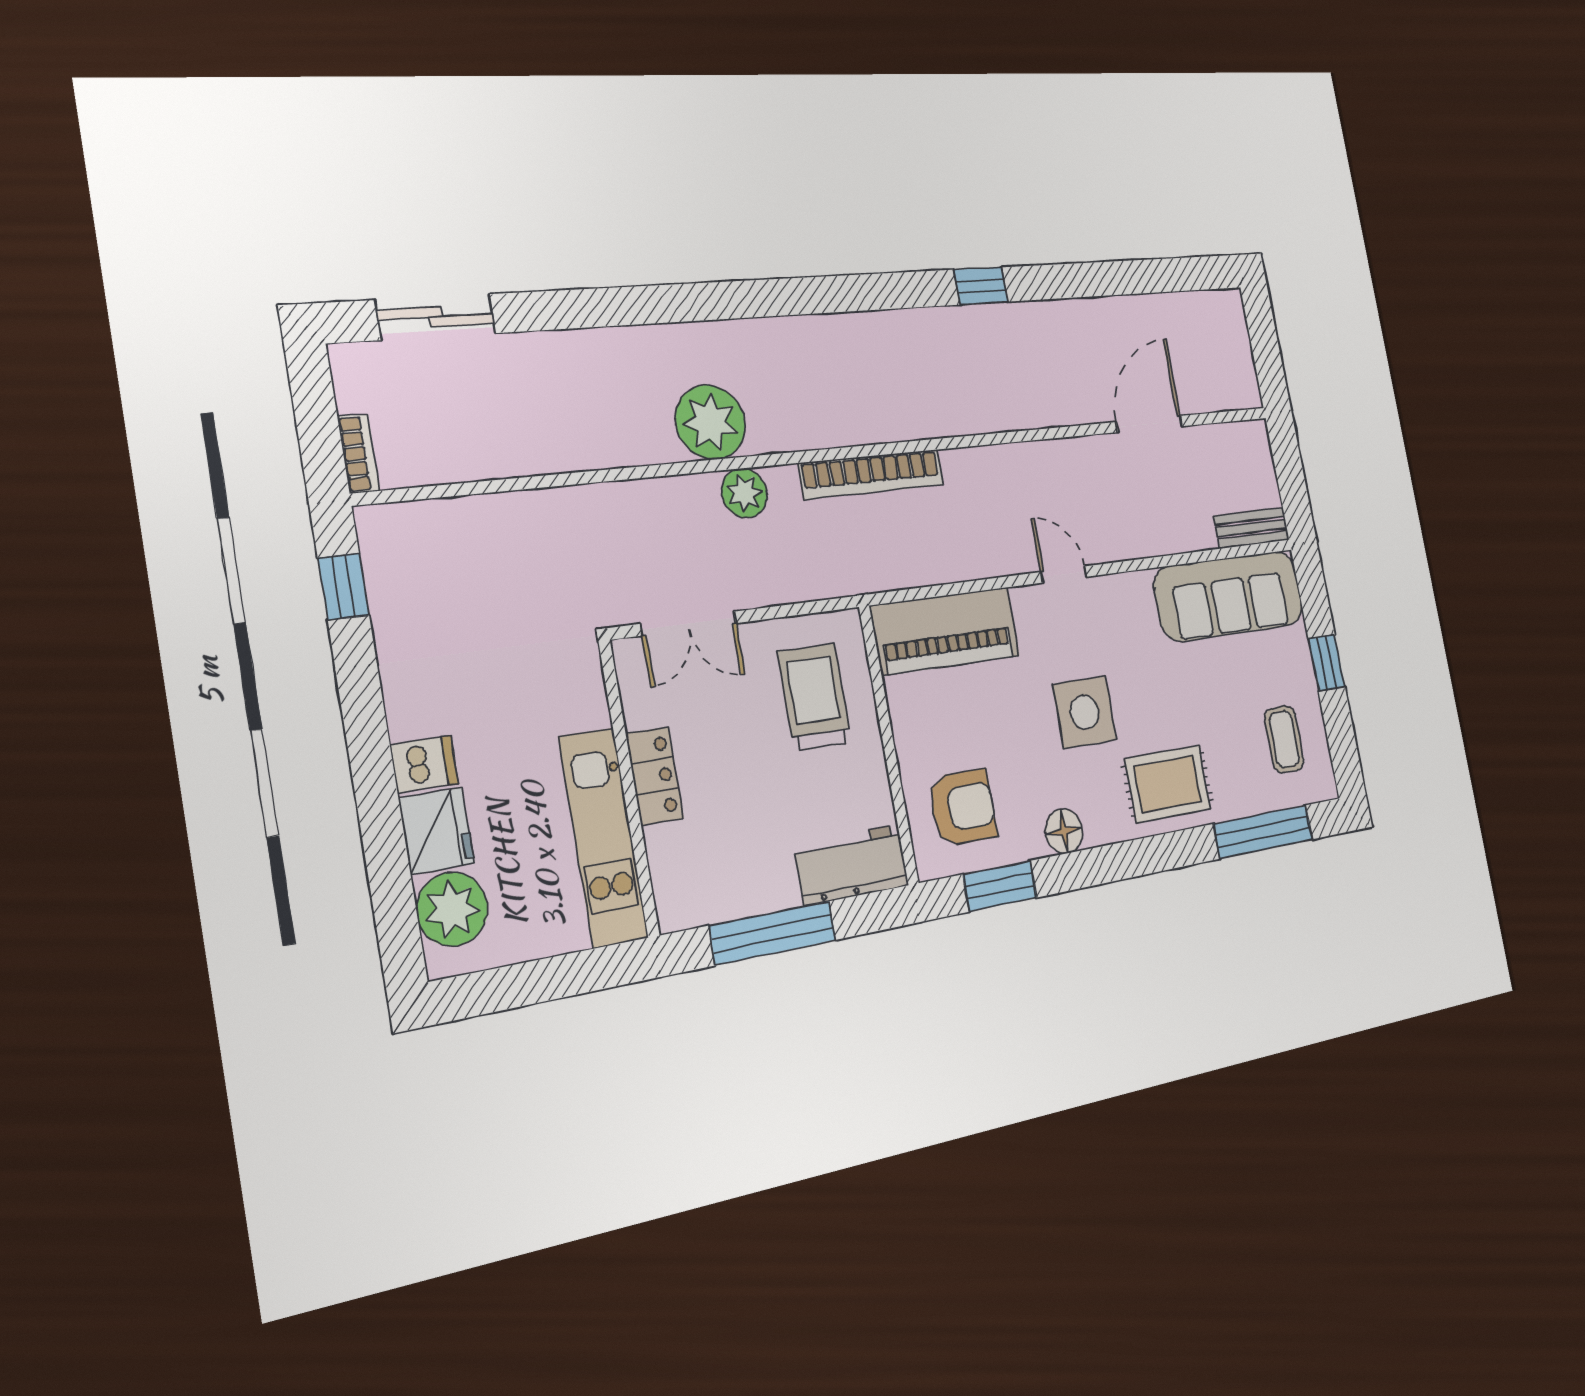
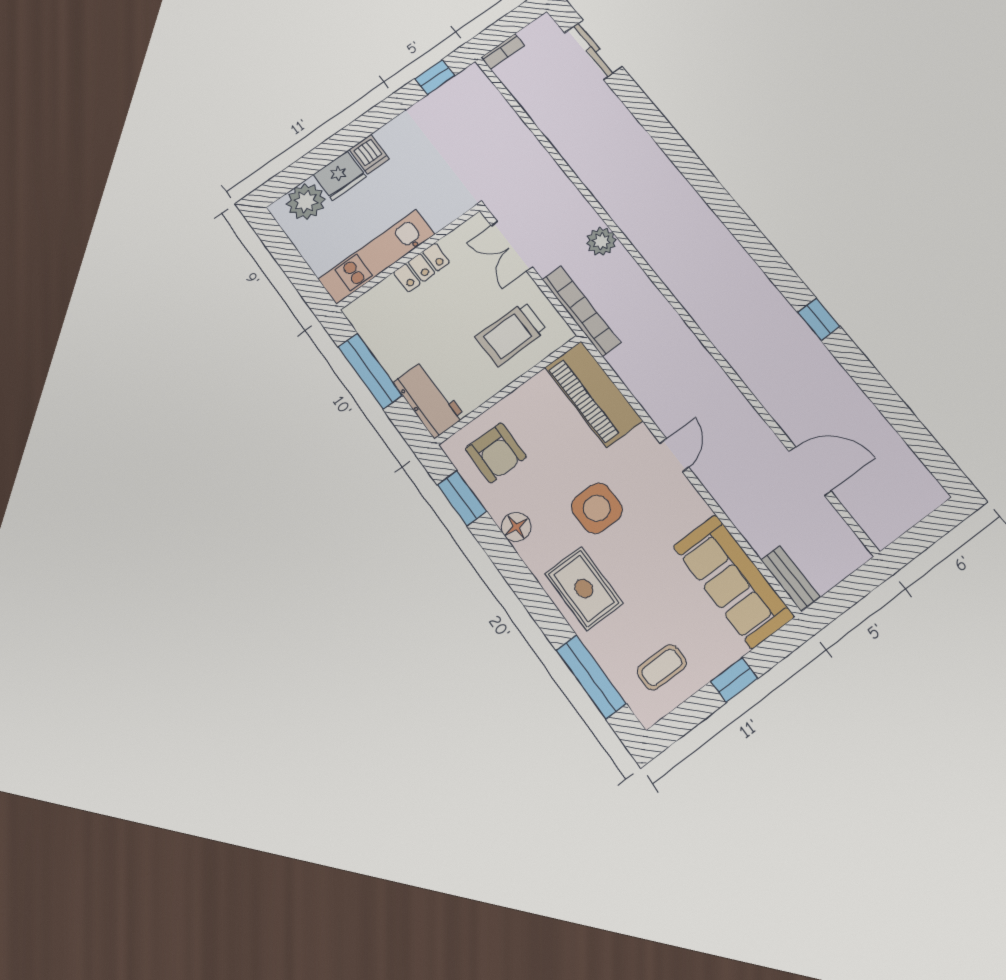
plant: (710, 422) -> (629, 205), removed
bookcase: (871, 474) -> (581, 311), moved, turned 180
trolley: (814, 697) -> (511, 334), turned 180

